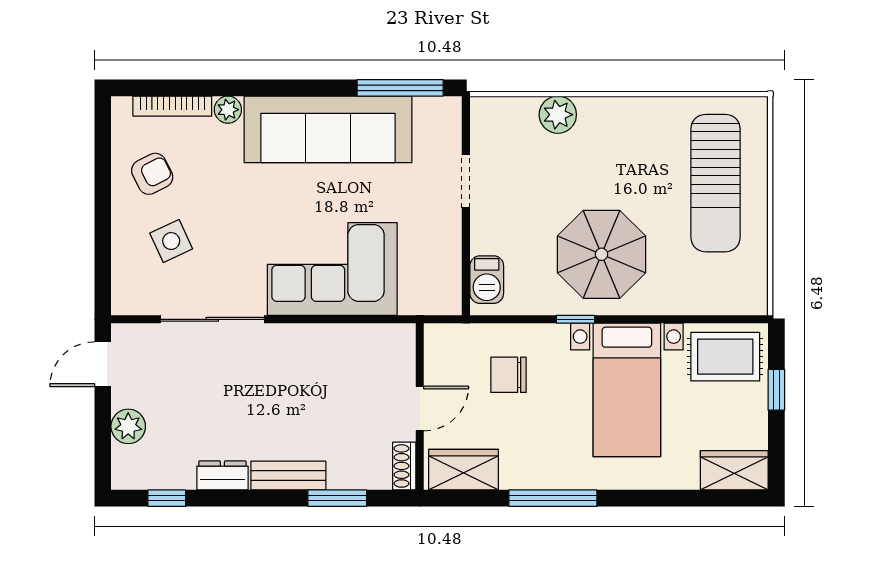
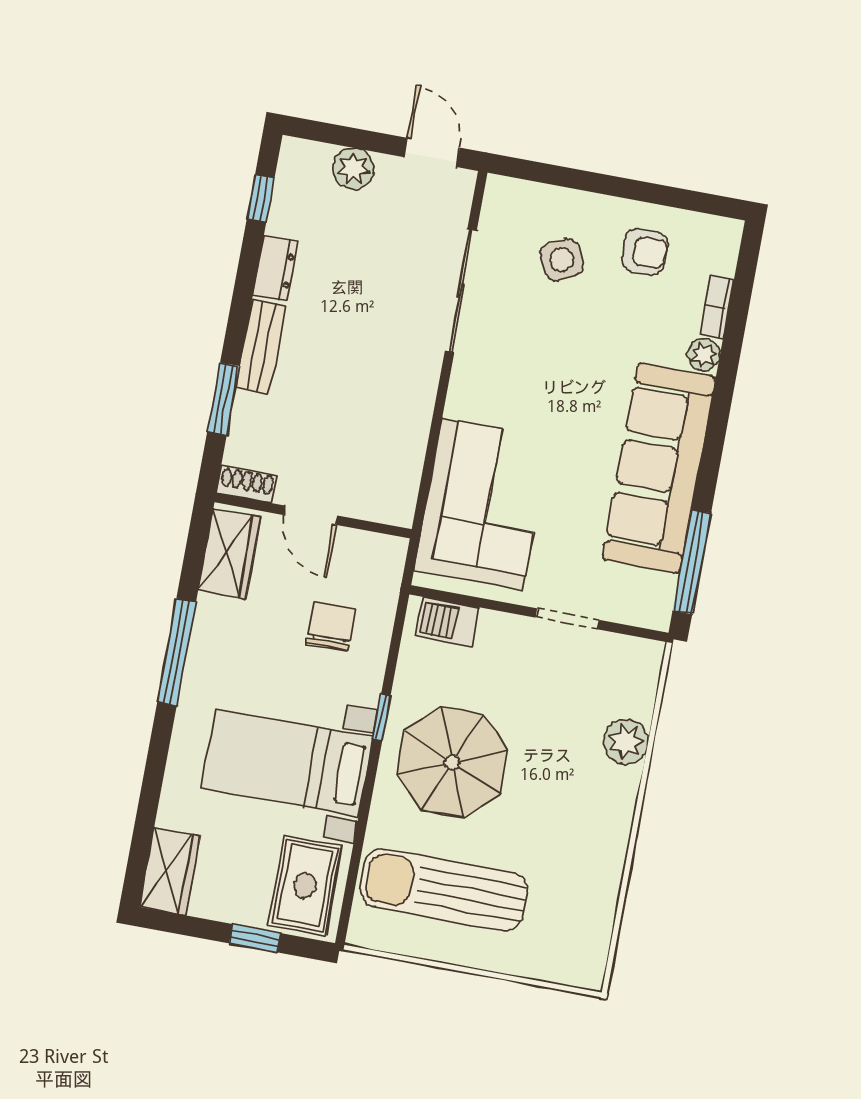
bookcase: (172, 106) -> (717, 307), width x0.64
armchair: (152, 174) -> (645, 252), turned -63
sun lounger: (716, 183) -> (444, 890), moved
corner sofa: (332, 269) -> (482, 504), moved

